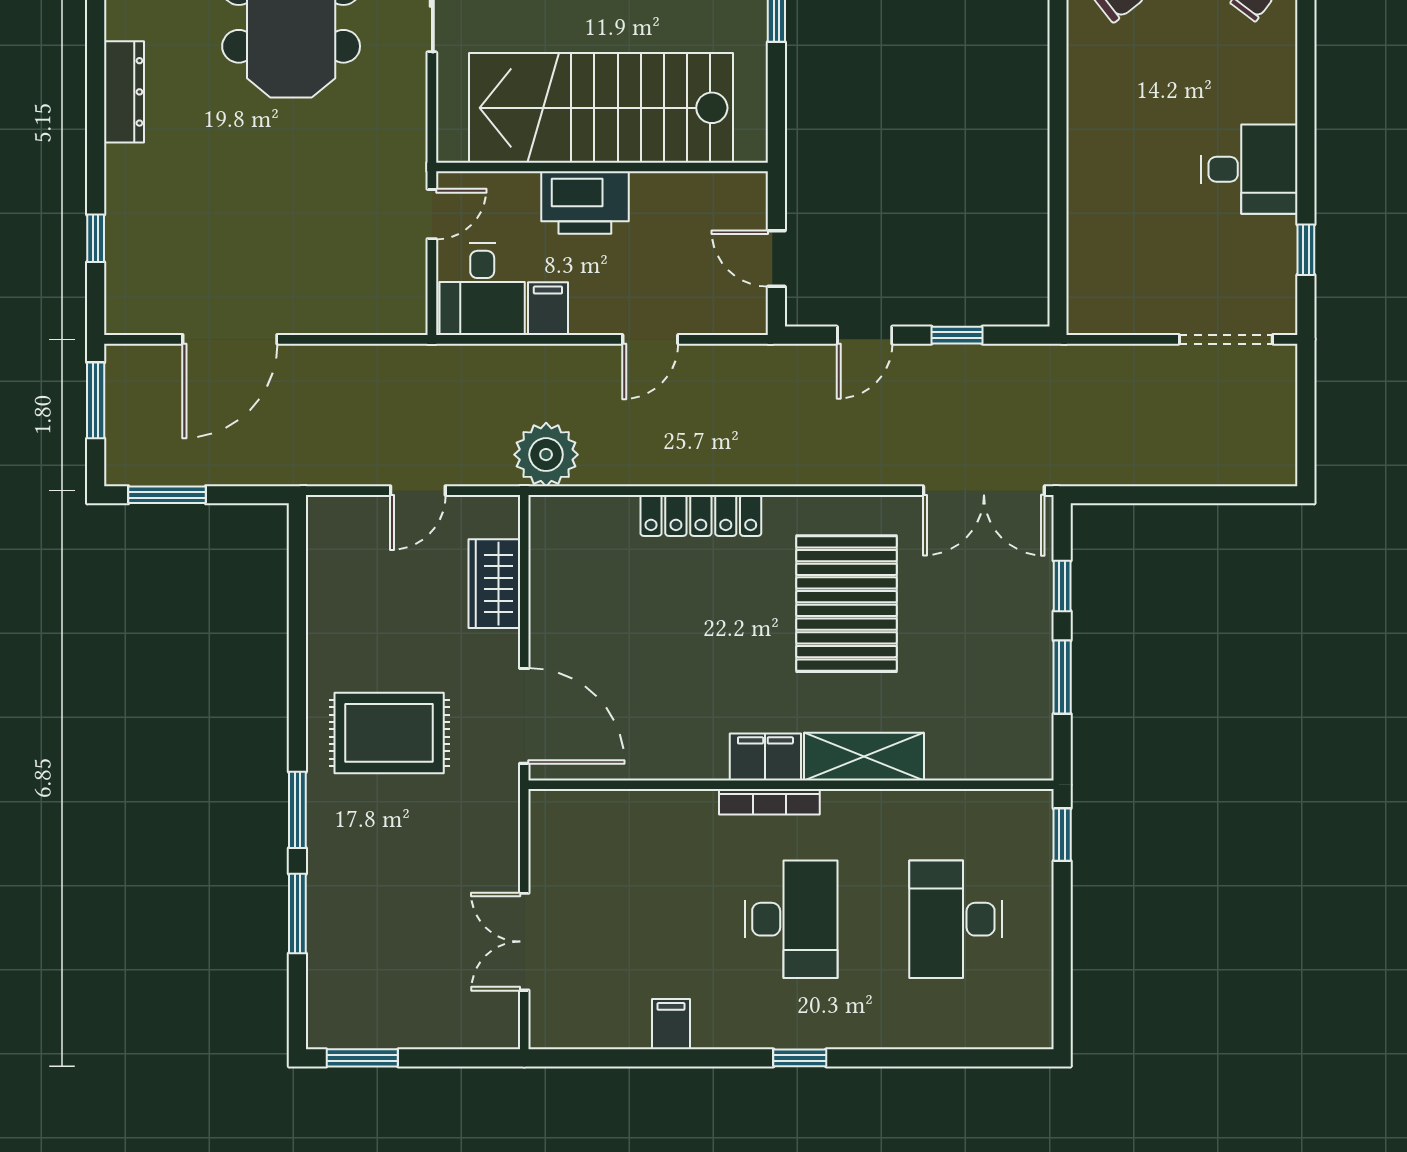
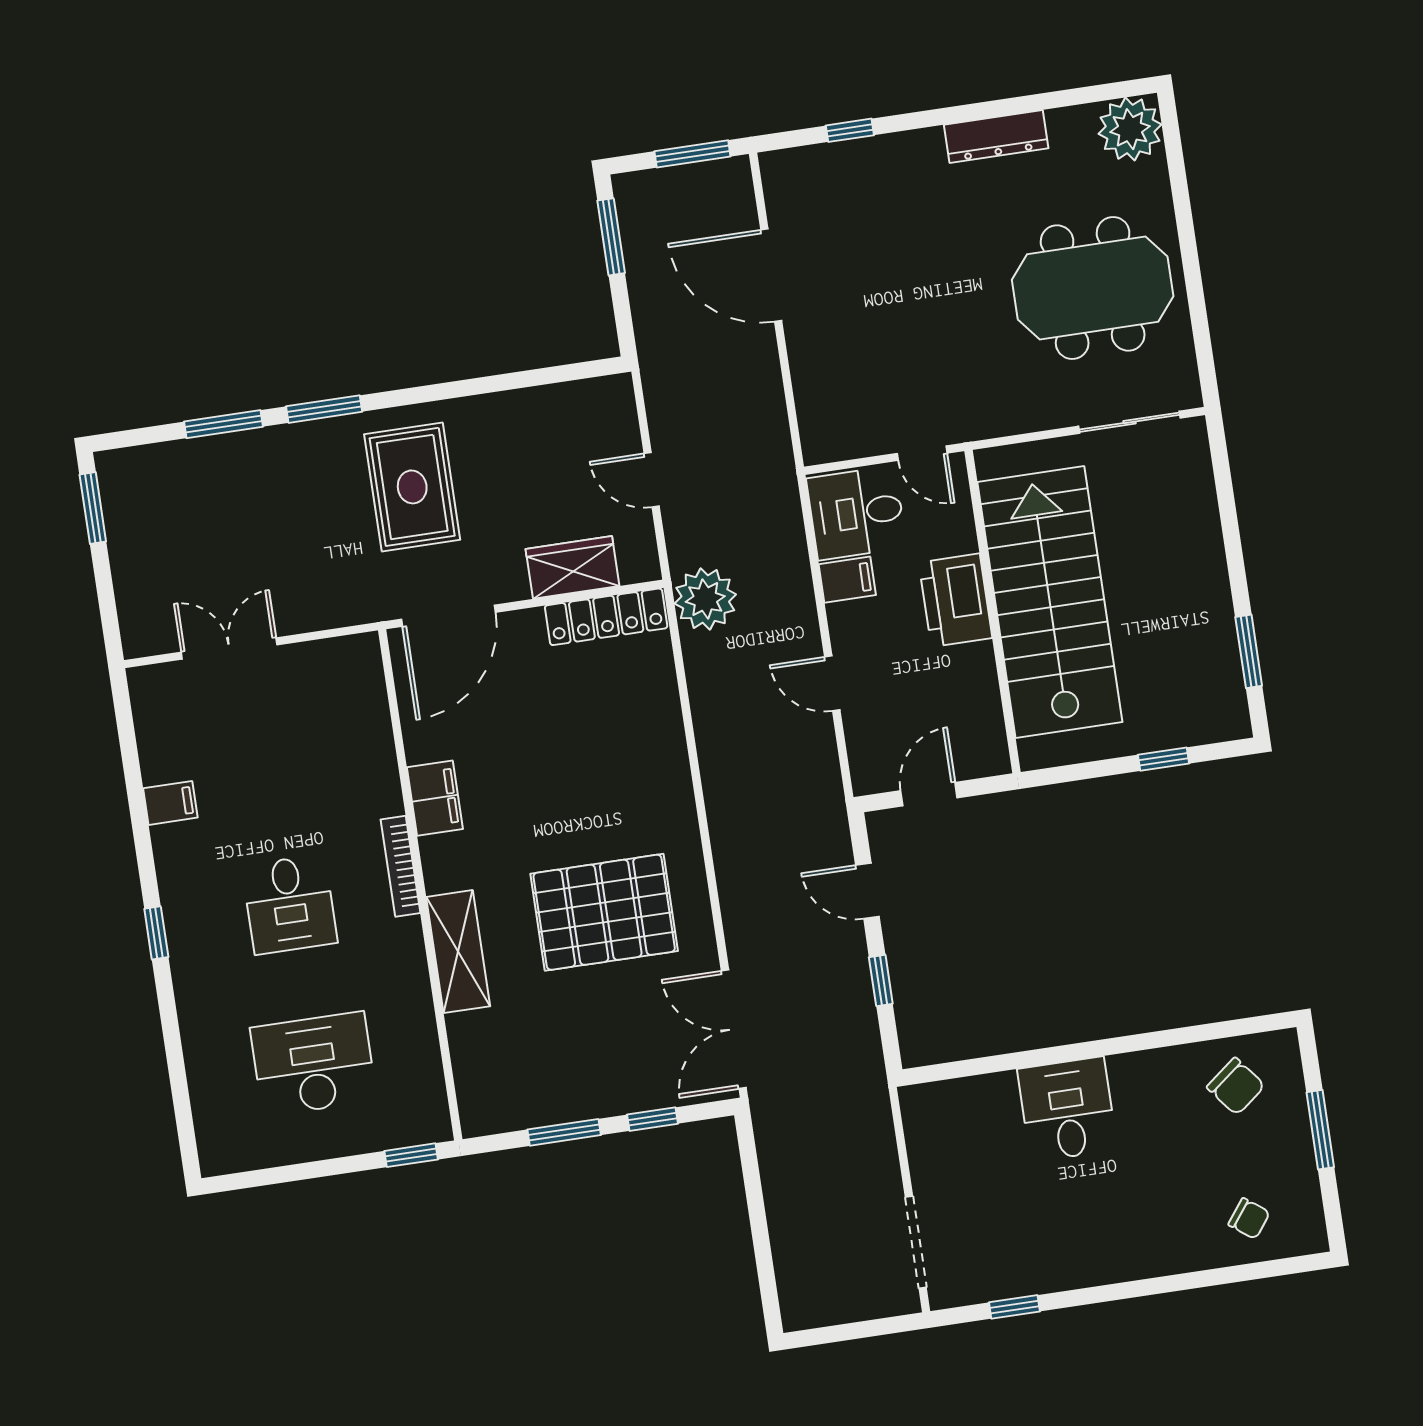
desk: (1249, 169) -> (1067, 1109), moved, turned 180
locker: (701, 515) -> (606, 617), moved, turned -90
filing cabinet: (765, 757) -> (435, 798), moved
desk: (791, 919) -> (290, 904), width x0.73

